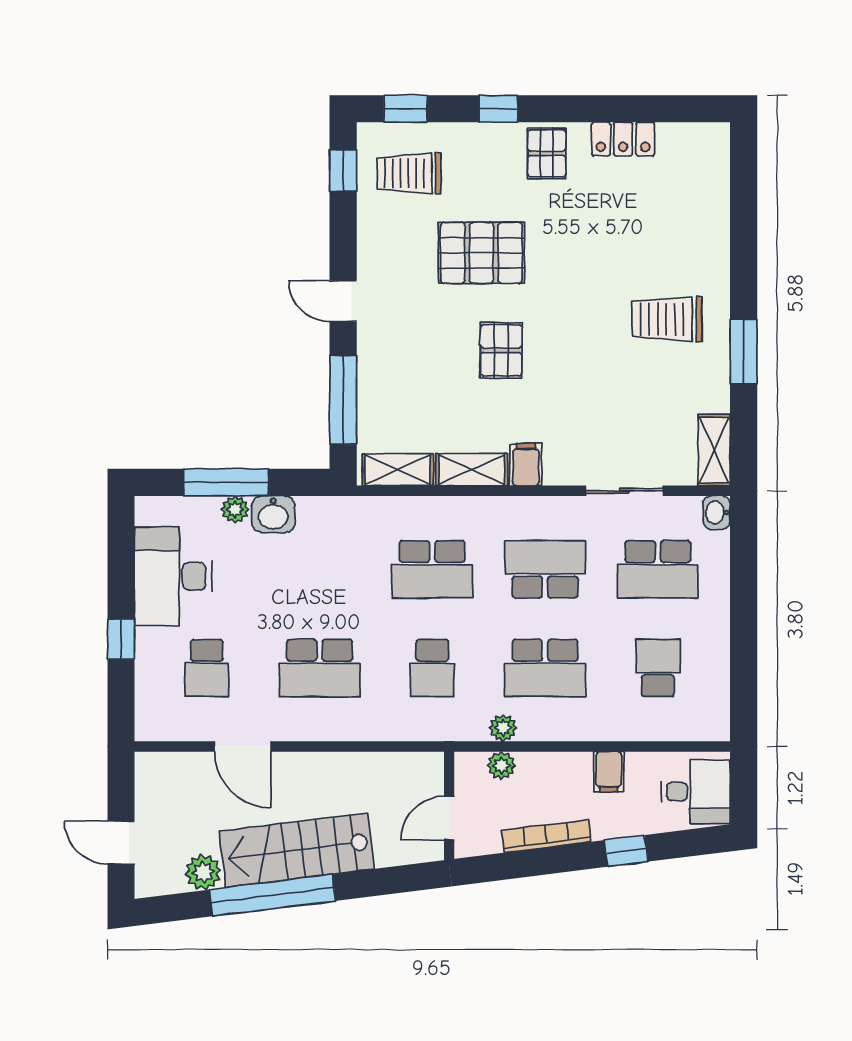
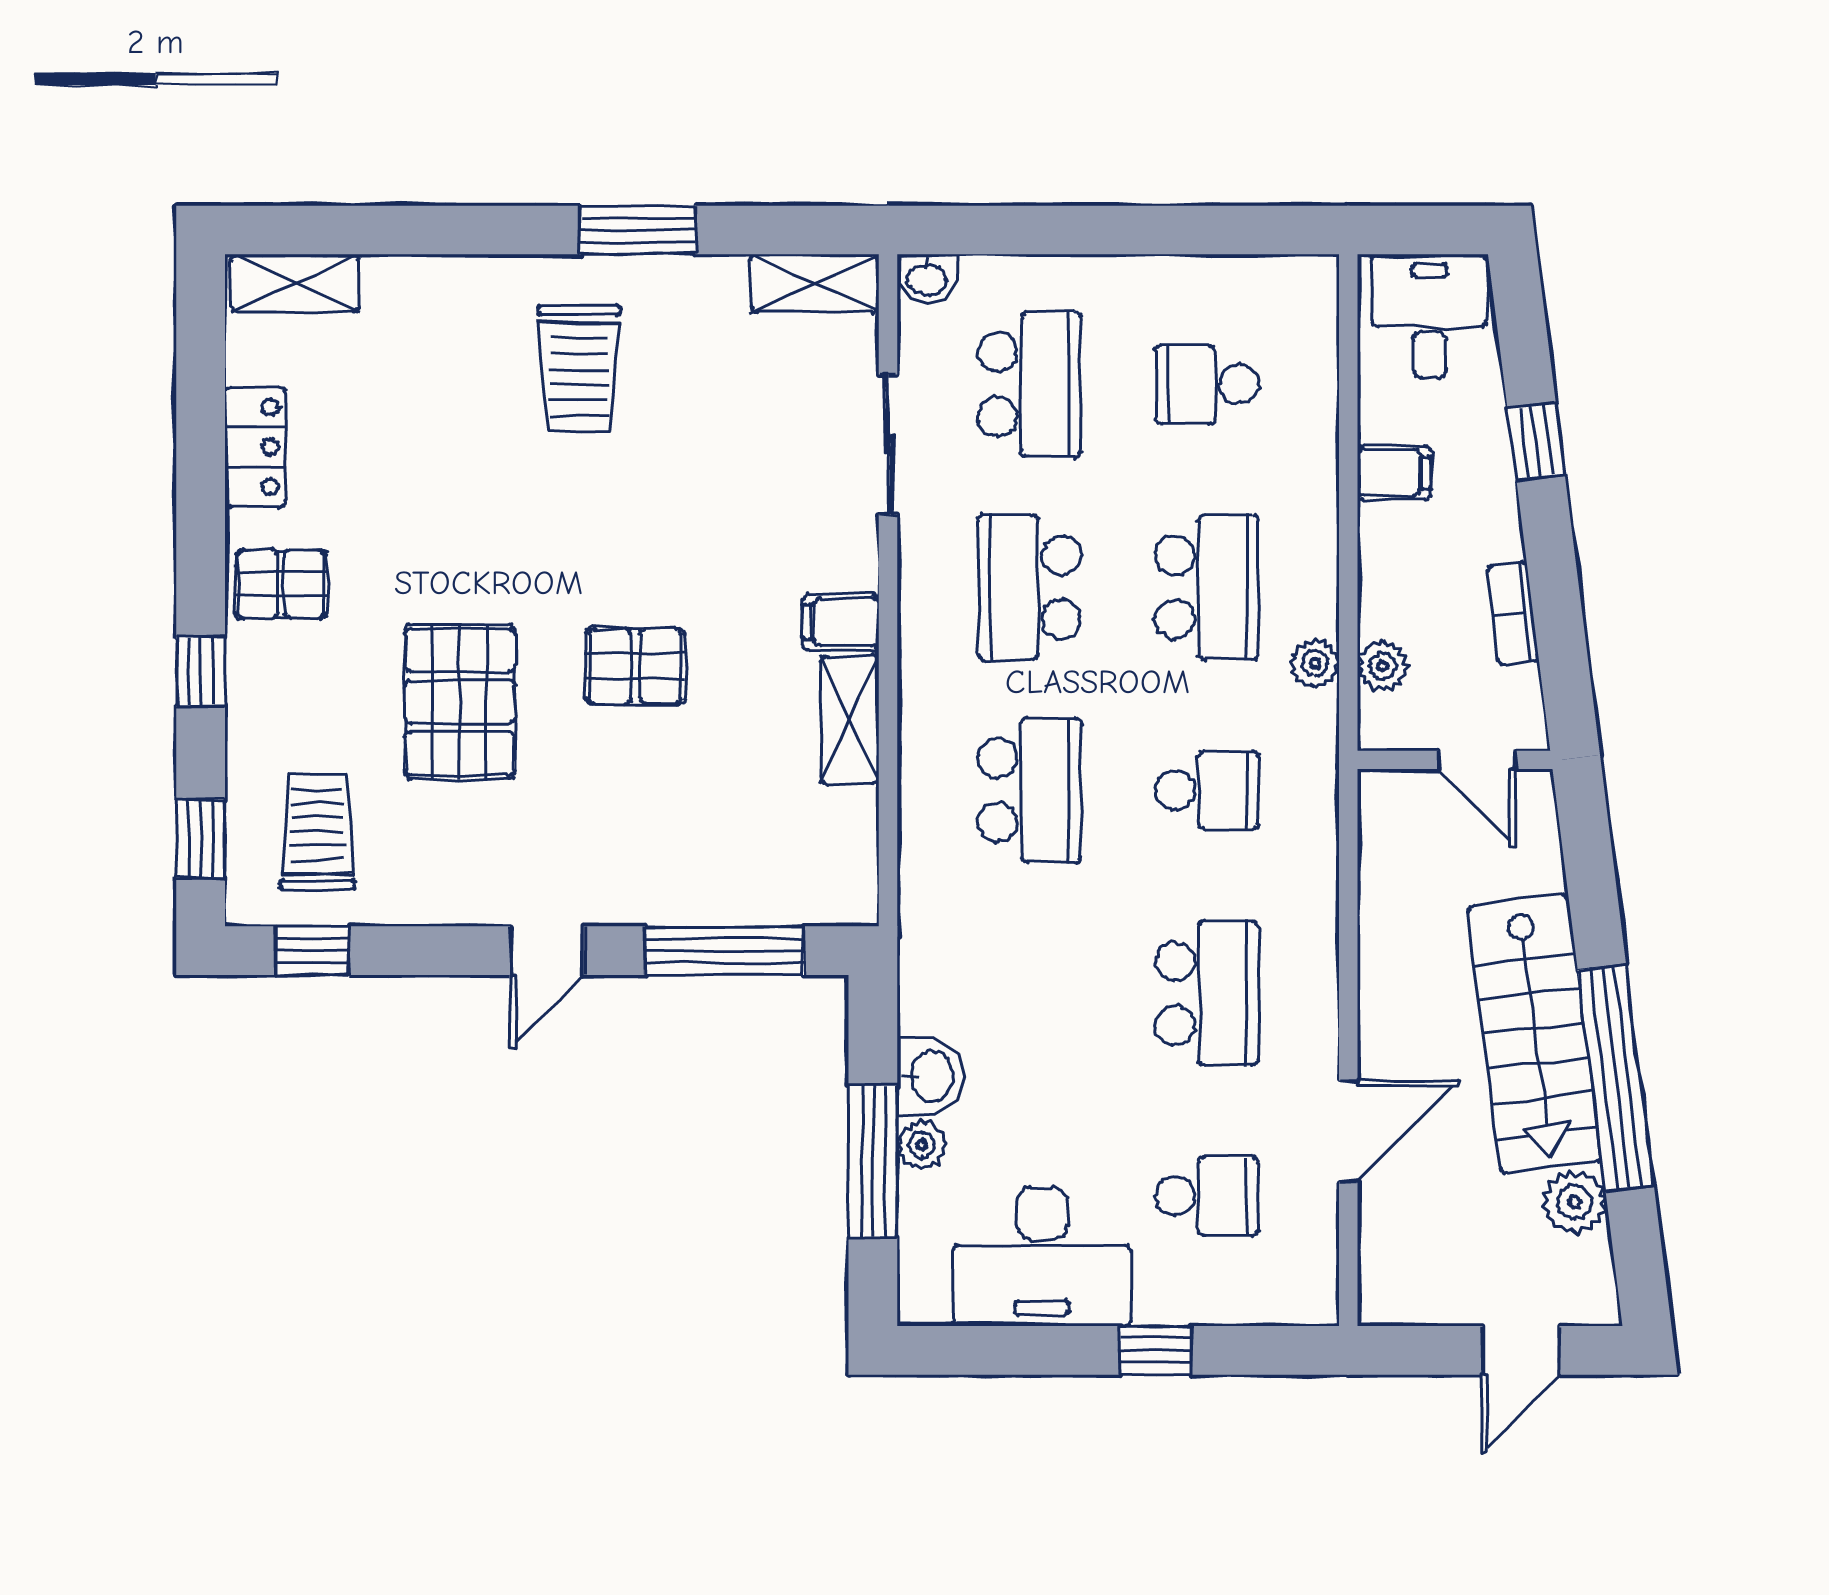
trolley: (409, 173) -> (317, 832), turned 180
shelving: (398, 470) -> (295, 283), moved, turned 90
bookcase: (546, 836) -> (1513, 613), width x0.64

